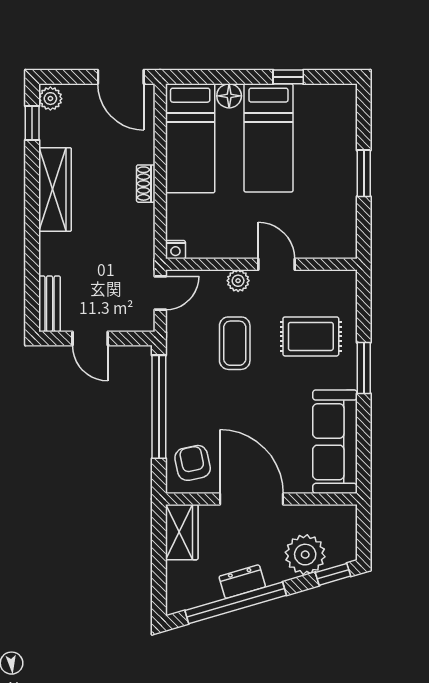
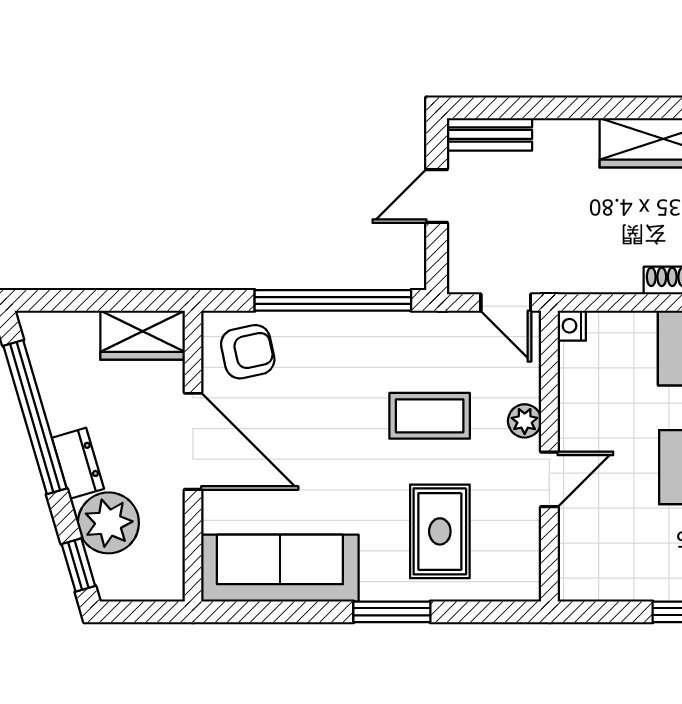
door: (251, 499) -> (193, 441), hinge flipped
dresser: (242, 582) -> (78, 463), moved

